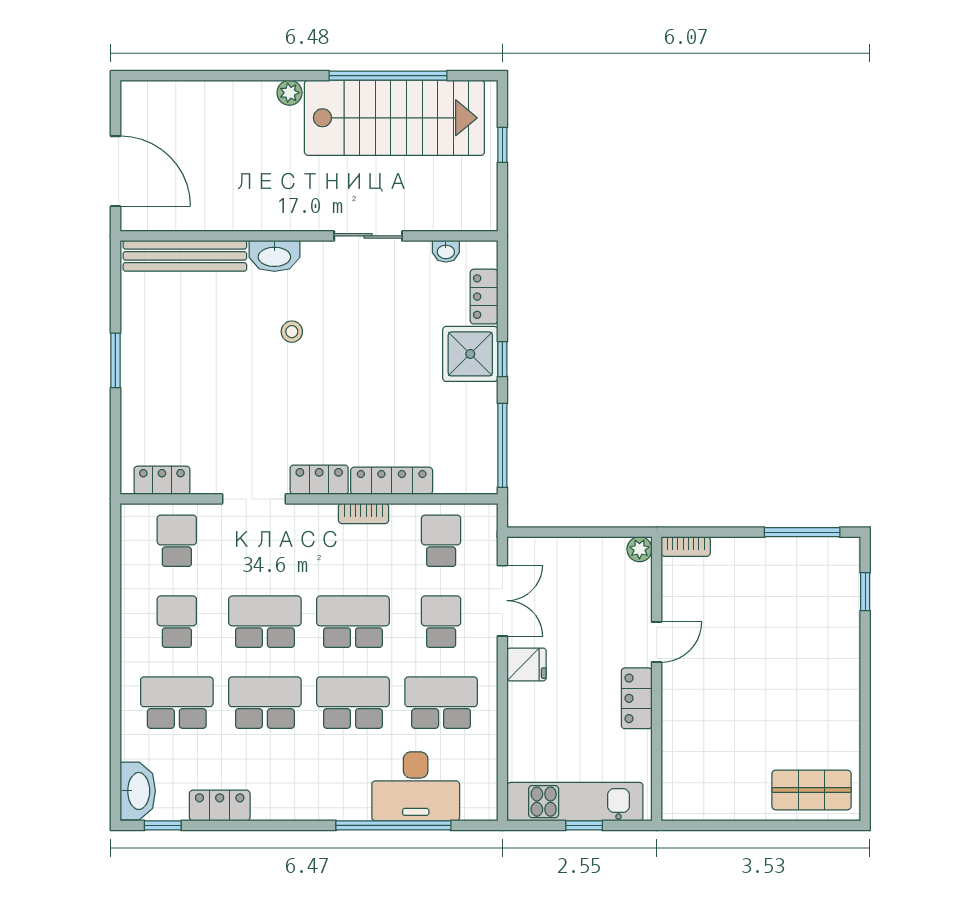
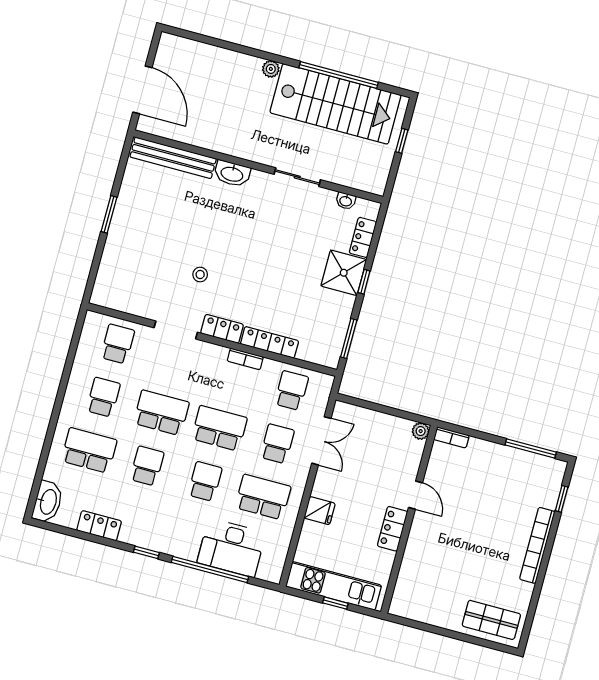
stool: (292, 332) -> (200, 274), moved
window: (502, 445) -> (349, 339), width x0.69
locker: (162, 480) -> (118, 301), removed
door: (657, 642) -> (415, 495), hinge flipped
fridge: (527, 664) -> (320, 511), moved
bookcase: (848, 667) -> (537, 545), added
school desk: (265, 703) -> (147, 466), width x0.54
school desk: (353, 703) -> (205, 481), width x0.54
window: (163, 825) -> (146, 552), moved

